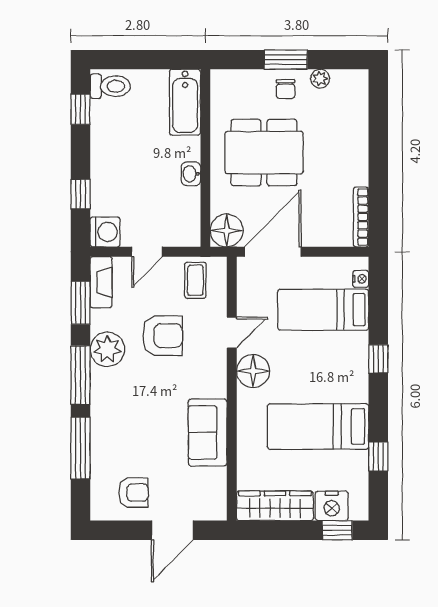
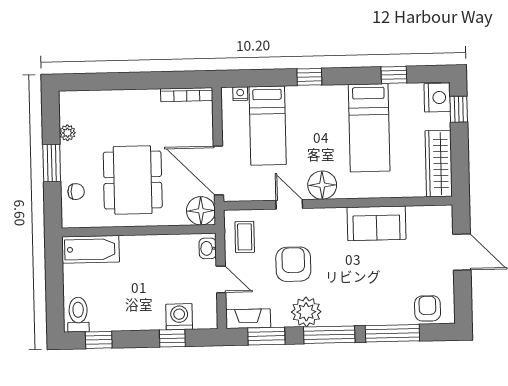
chair: (286, 89) -> (76, 192), moved
washbasin: (191, 174) -> (208, 248), moved, turned 90
washing machine: (105, 232) -> (179, 317), moved
coffee table: (195, 280) -> (245, 237), turned 90
armchair: (133, 493) -> (428, 308), moved
nightstand: (332, 506) -> (437, 98), moved

